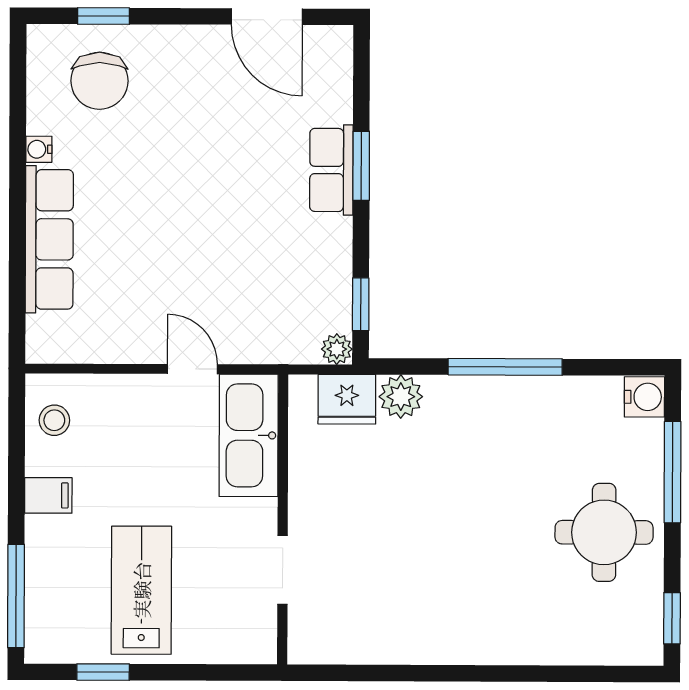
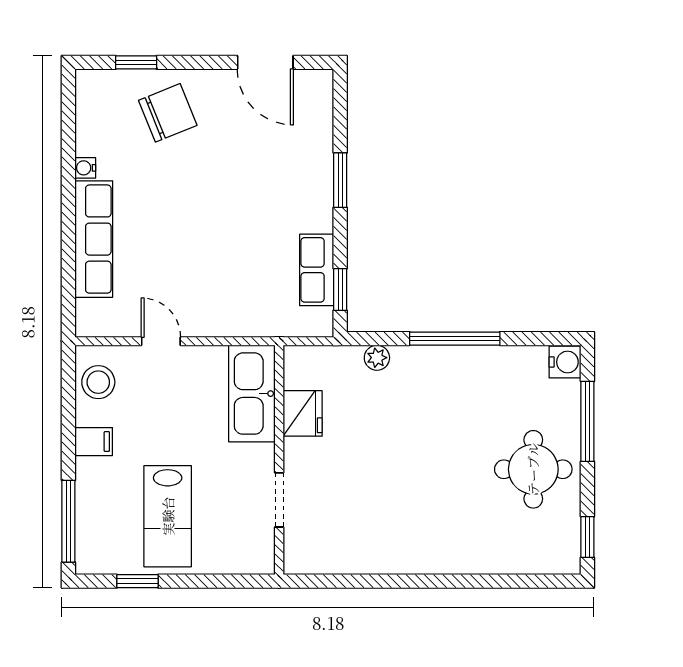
chair: (99, 81) -> (168, 113), moved, turned -112
row of seats: (331, 170) -> (317, 270), moved
plant: (337, 349) -> (321, 325), removed
door: (192, 369) -> (161, 341), moved
plant: (401, 397) -> (377, 358), width x0.73, depth x0.73
fridge: (347, 399) -> (303, 413), moved, turned -90
stool: (54, 420) -> (98, 382), width x1.37, depth x1.37
lab bench: (141, 590) -> (168, 516), turned 180

